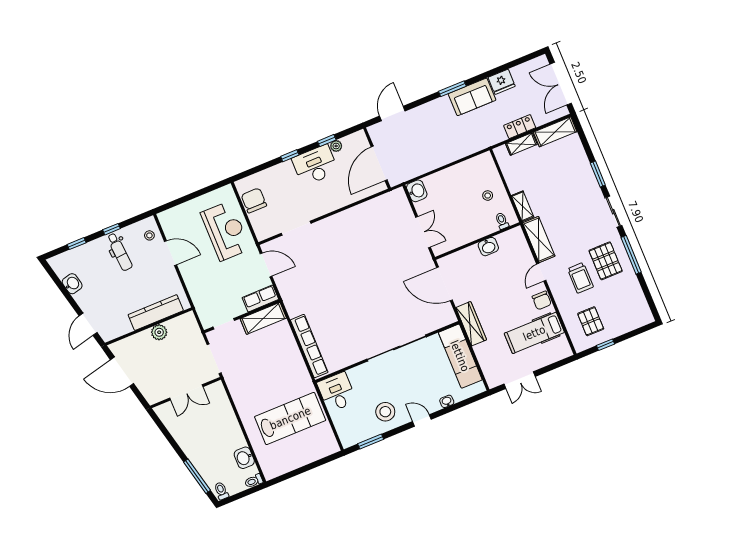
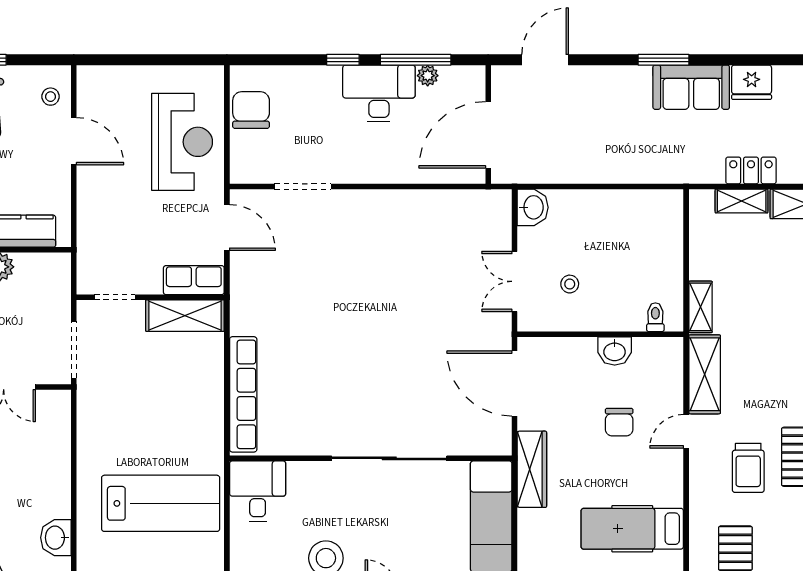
window: (327, 141) -> (416, 60), width x2.17
stool: (488, 196) -> (570, 284), moved
double door: (423, 232) -> (515, 281), swing flipped
chair: (542, 300) -> (619, 422), moved

